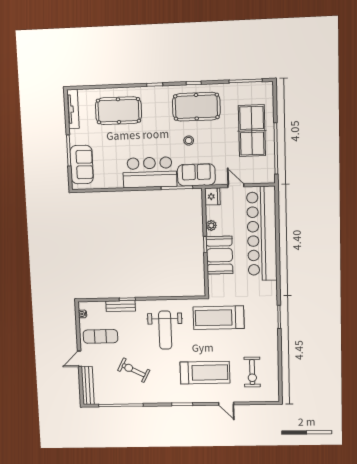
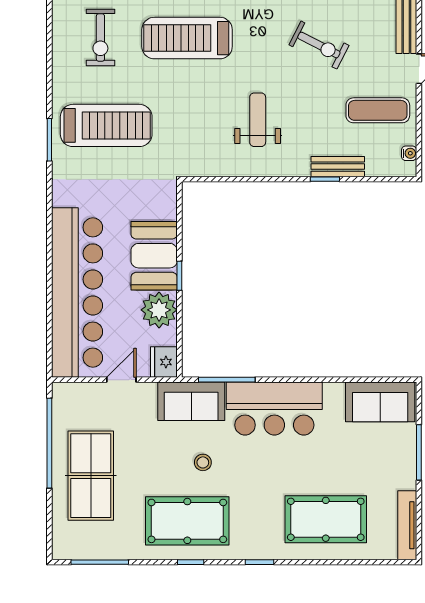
sofa: (82, 165) -> (380, 402), moved, turned -90
door: (236, 186) -> (121, 380), swing flipped
plant: (211, 225) -> (159, 310), width x1.88, depth x1.88
treadmill: (219, 318) -> (106, 125), moved
weight bench: (165, 330) -> (258, 120), width x0.73, depth x0.75
exercise bike: (252, 372) -> (100, 37), turned 180

